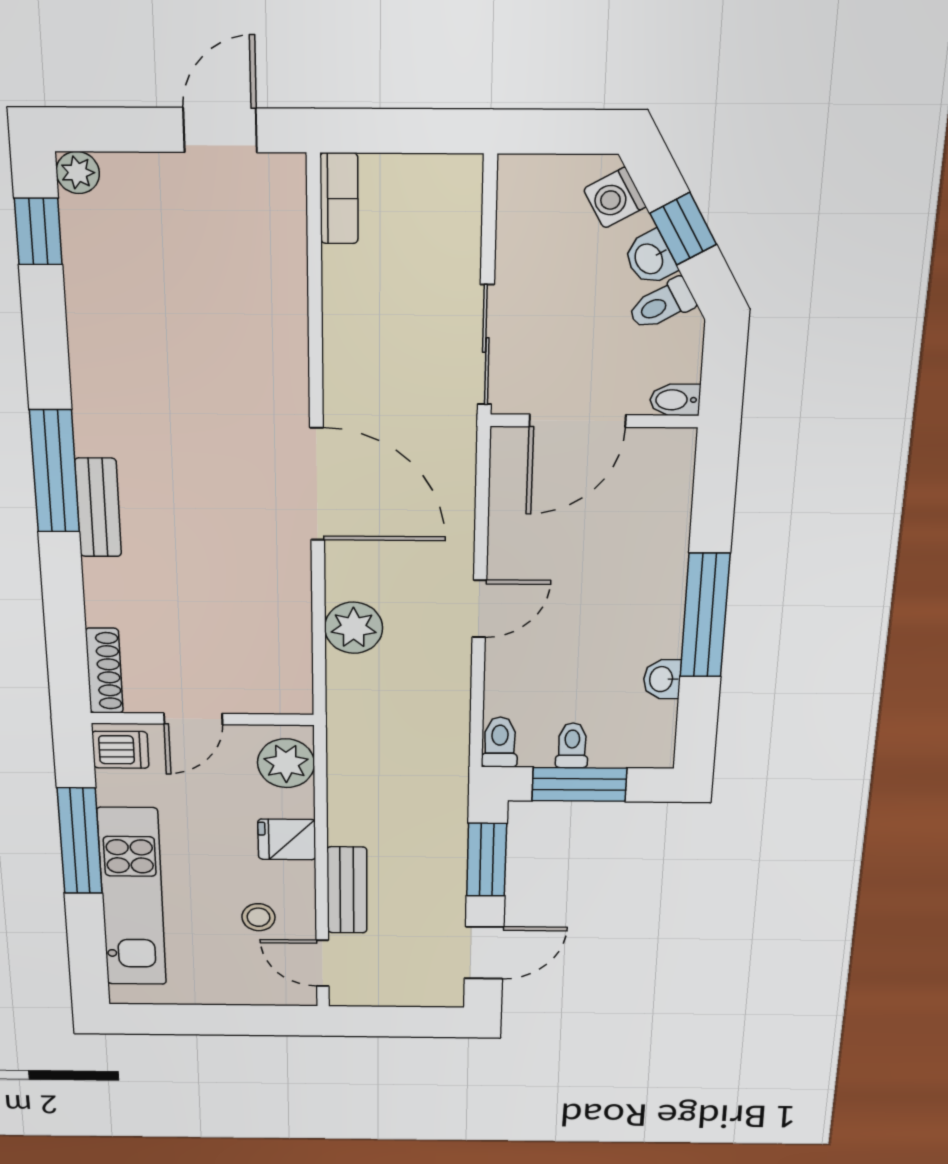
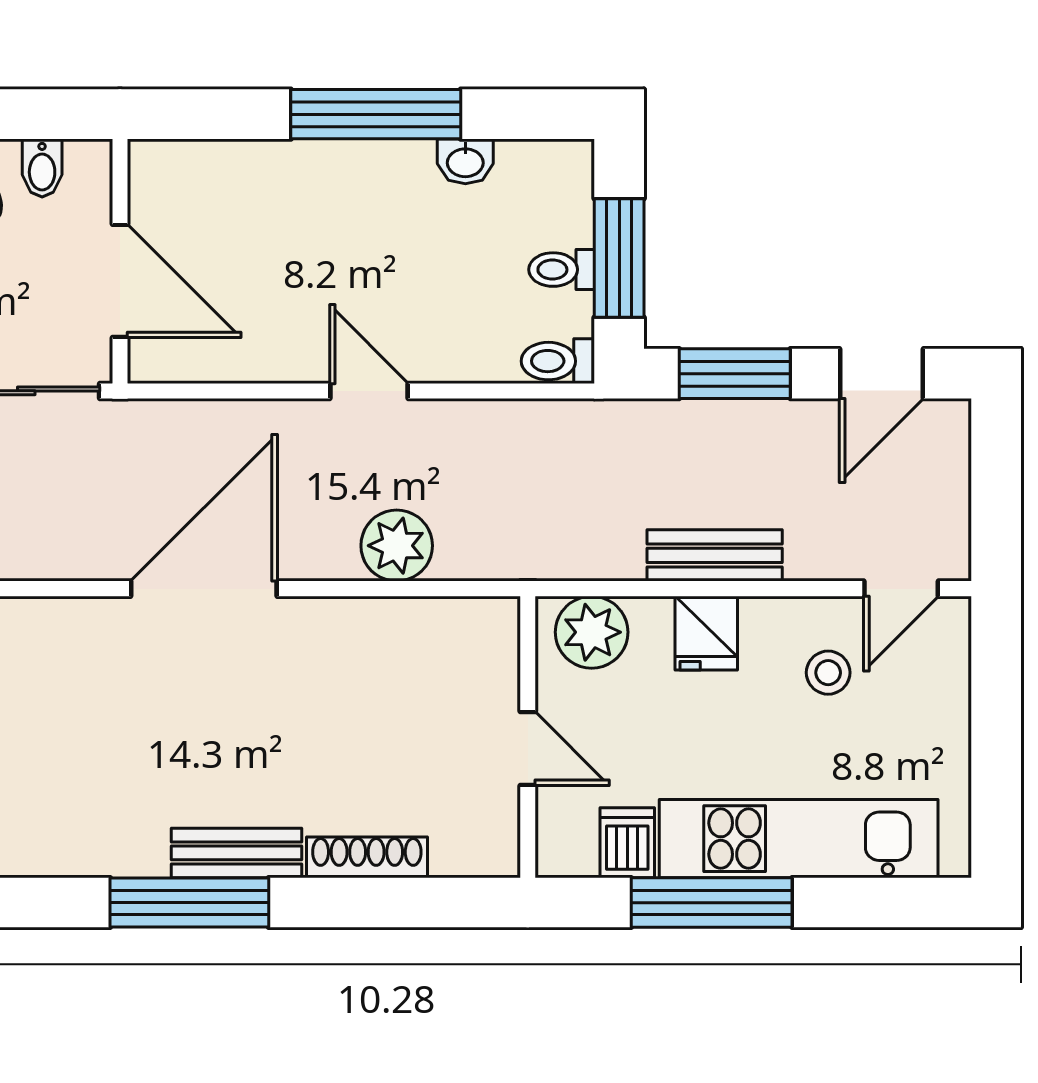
bidet: (675, 400) -> (42, 168), moved
shoe rack: (104, 671) -> (367, 857), moved
dishwasher: (120, 750) -> (627, 843), moved
bench: (347, 890) -> (715, 555), moved
door: (484, 953) -> (881, 374), swing flipped

